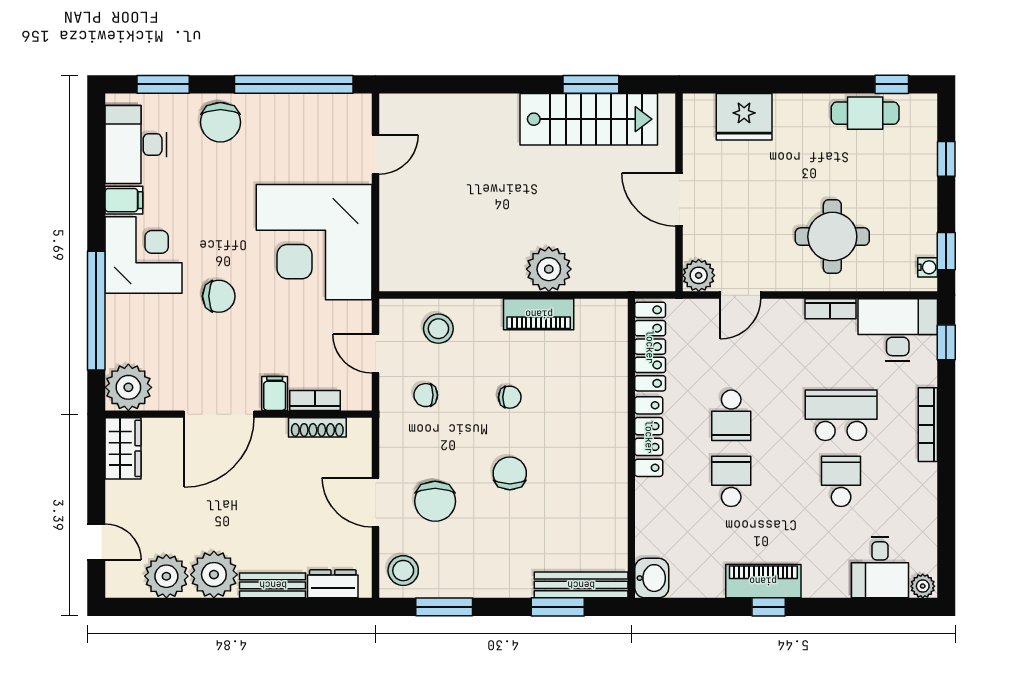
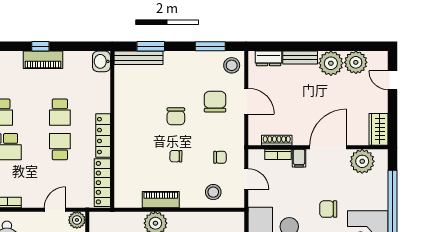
plant: (128, 387) -> (362, 161), moved

